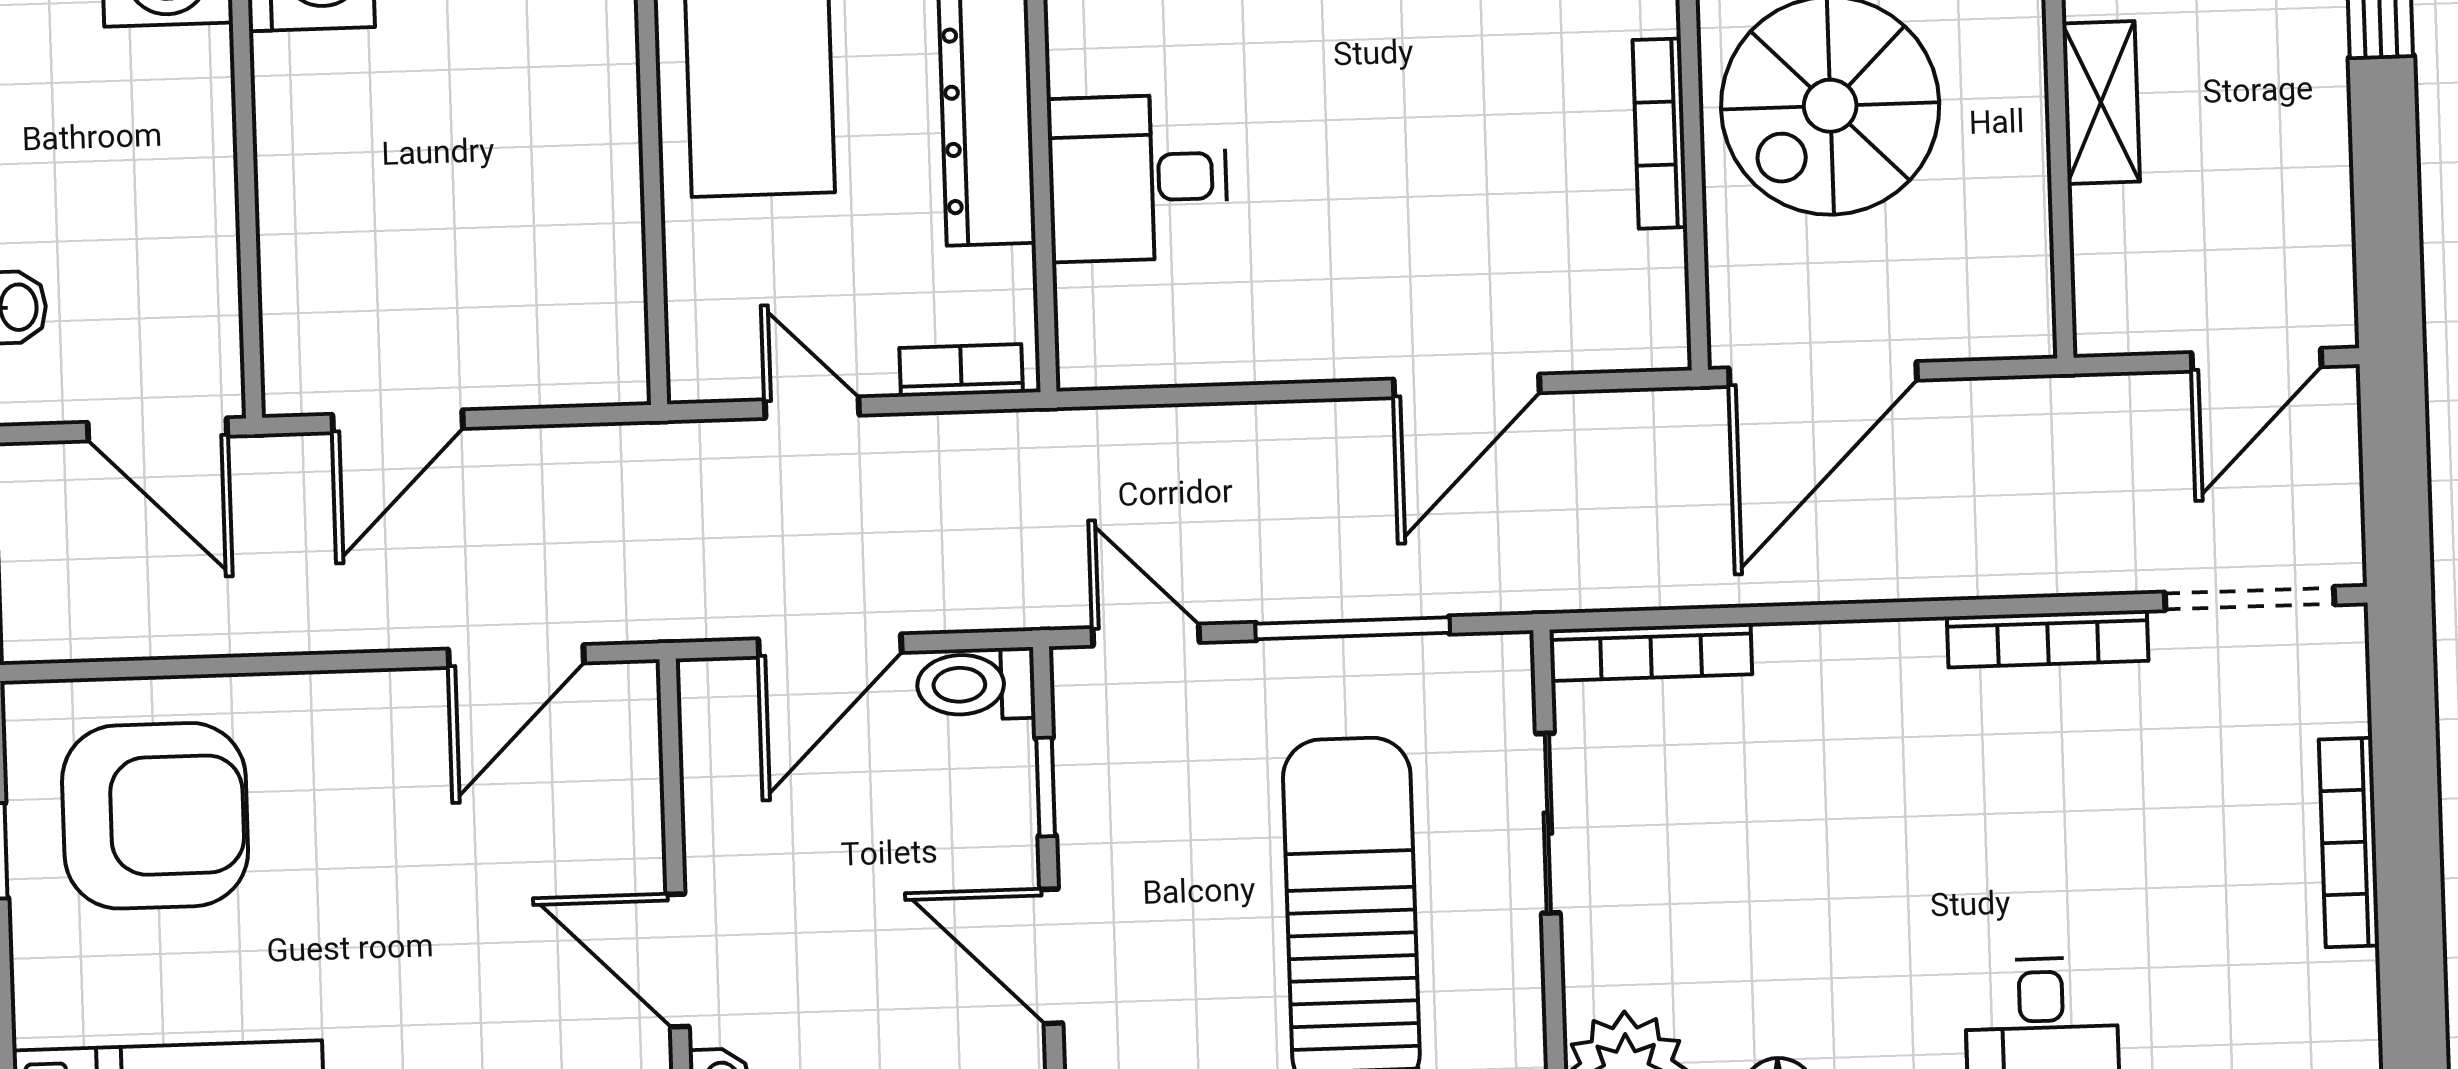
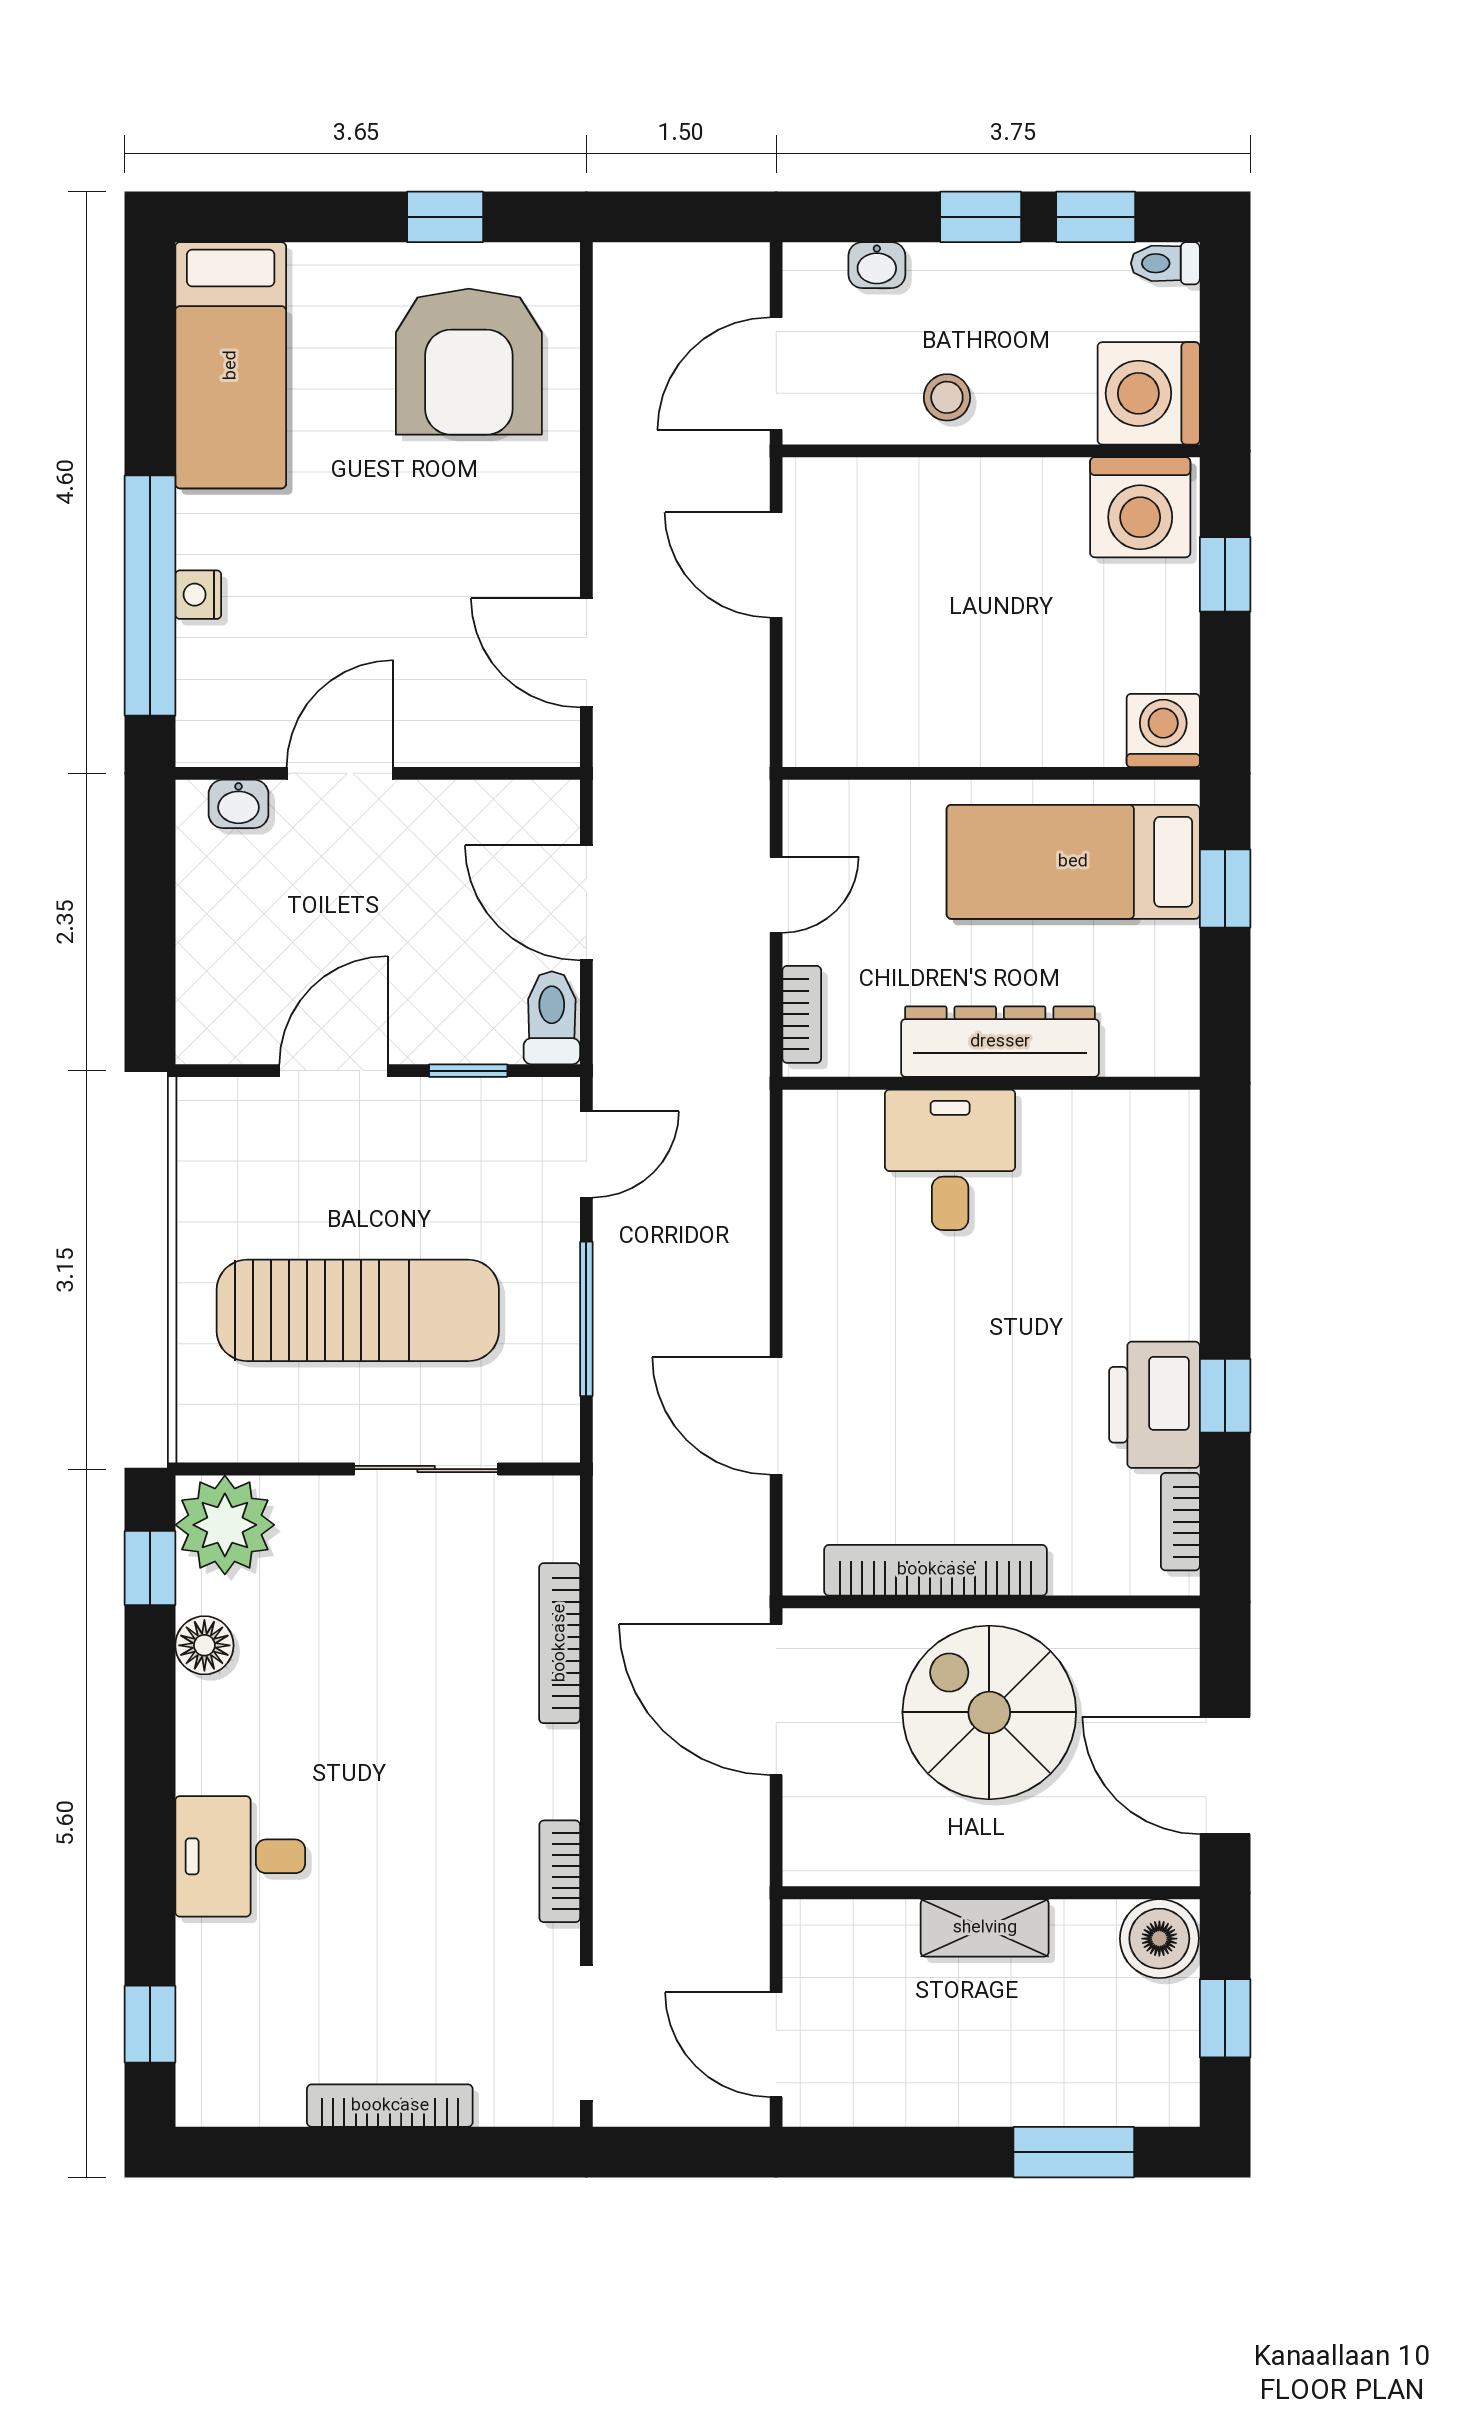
bookcase: (1660, 134) -> (936, 1570), width x1.48, depth x1.31
stool: (180, 214) -> (947, 397), added
bookcase: (2048, 639) -> (560, 1871), width x0.64
bookcase: (1651, 652) -> (560, 1643), moved

